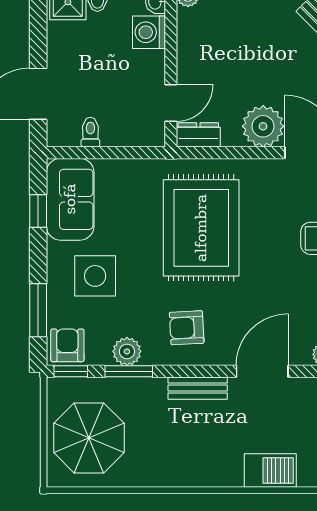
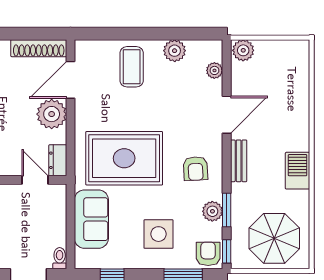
toilet: (90, 132) -> (60, 258), moved, turned 90
sofa: (70, 199) -> (91, 219), moved, turned 90
armchair: (67, 345) -> (208, 254), turned 90
door: (262, 371) -> (227, 115), swing flipped
barbecue: (270, 471) -> (298, 171), moved

